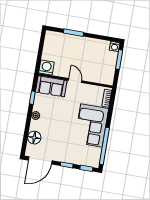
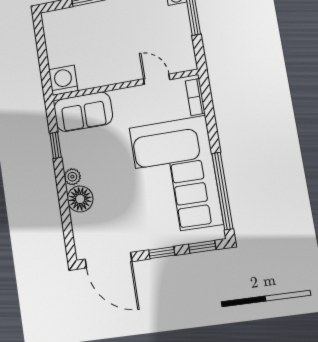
door: (75, 81) -> (157, 79), moved
corner sofa: (91, 125) -> (176, 176), width x1.36, depth x1.36
floor lamp: (34, 138) -> (80, 199), moved
door: (40, 160) -> (108, 260), hinge flipped

